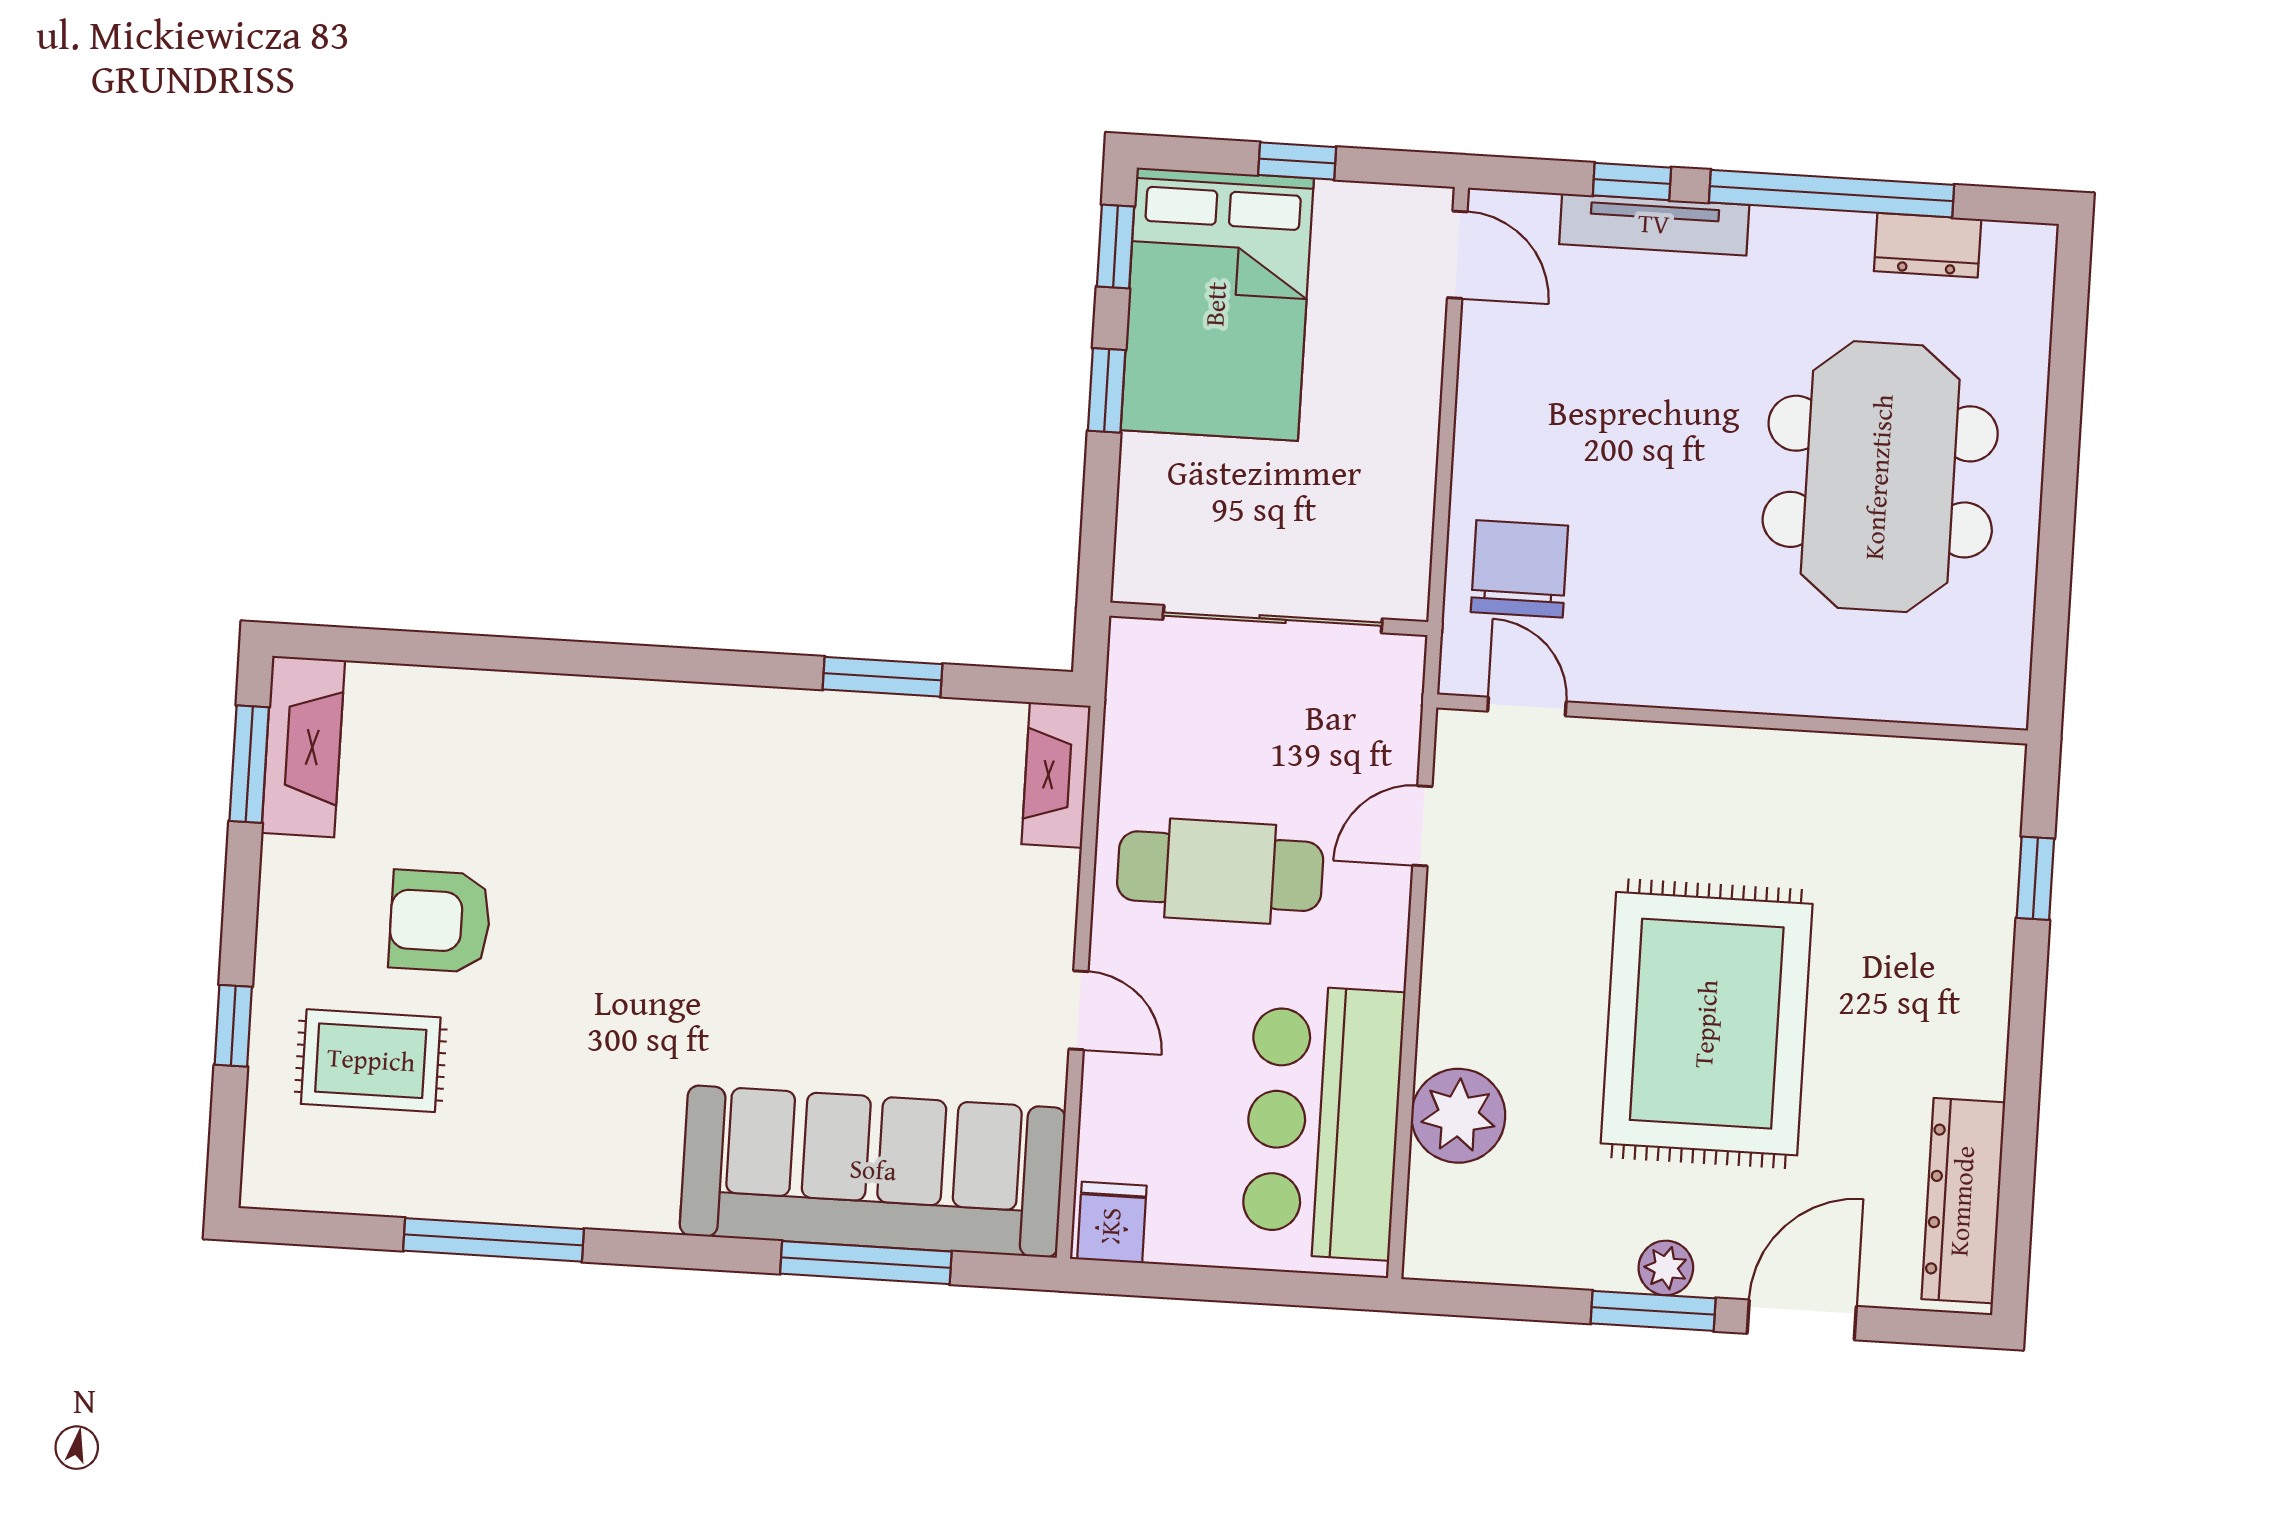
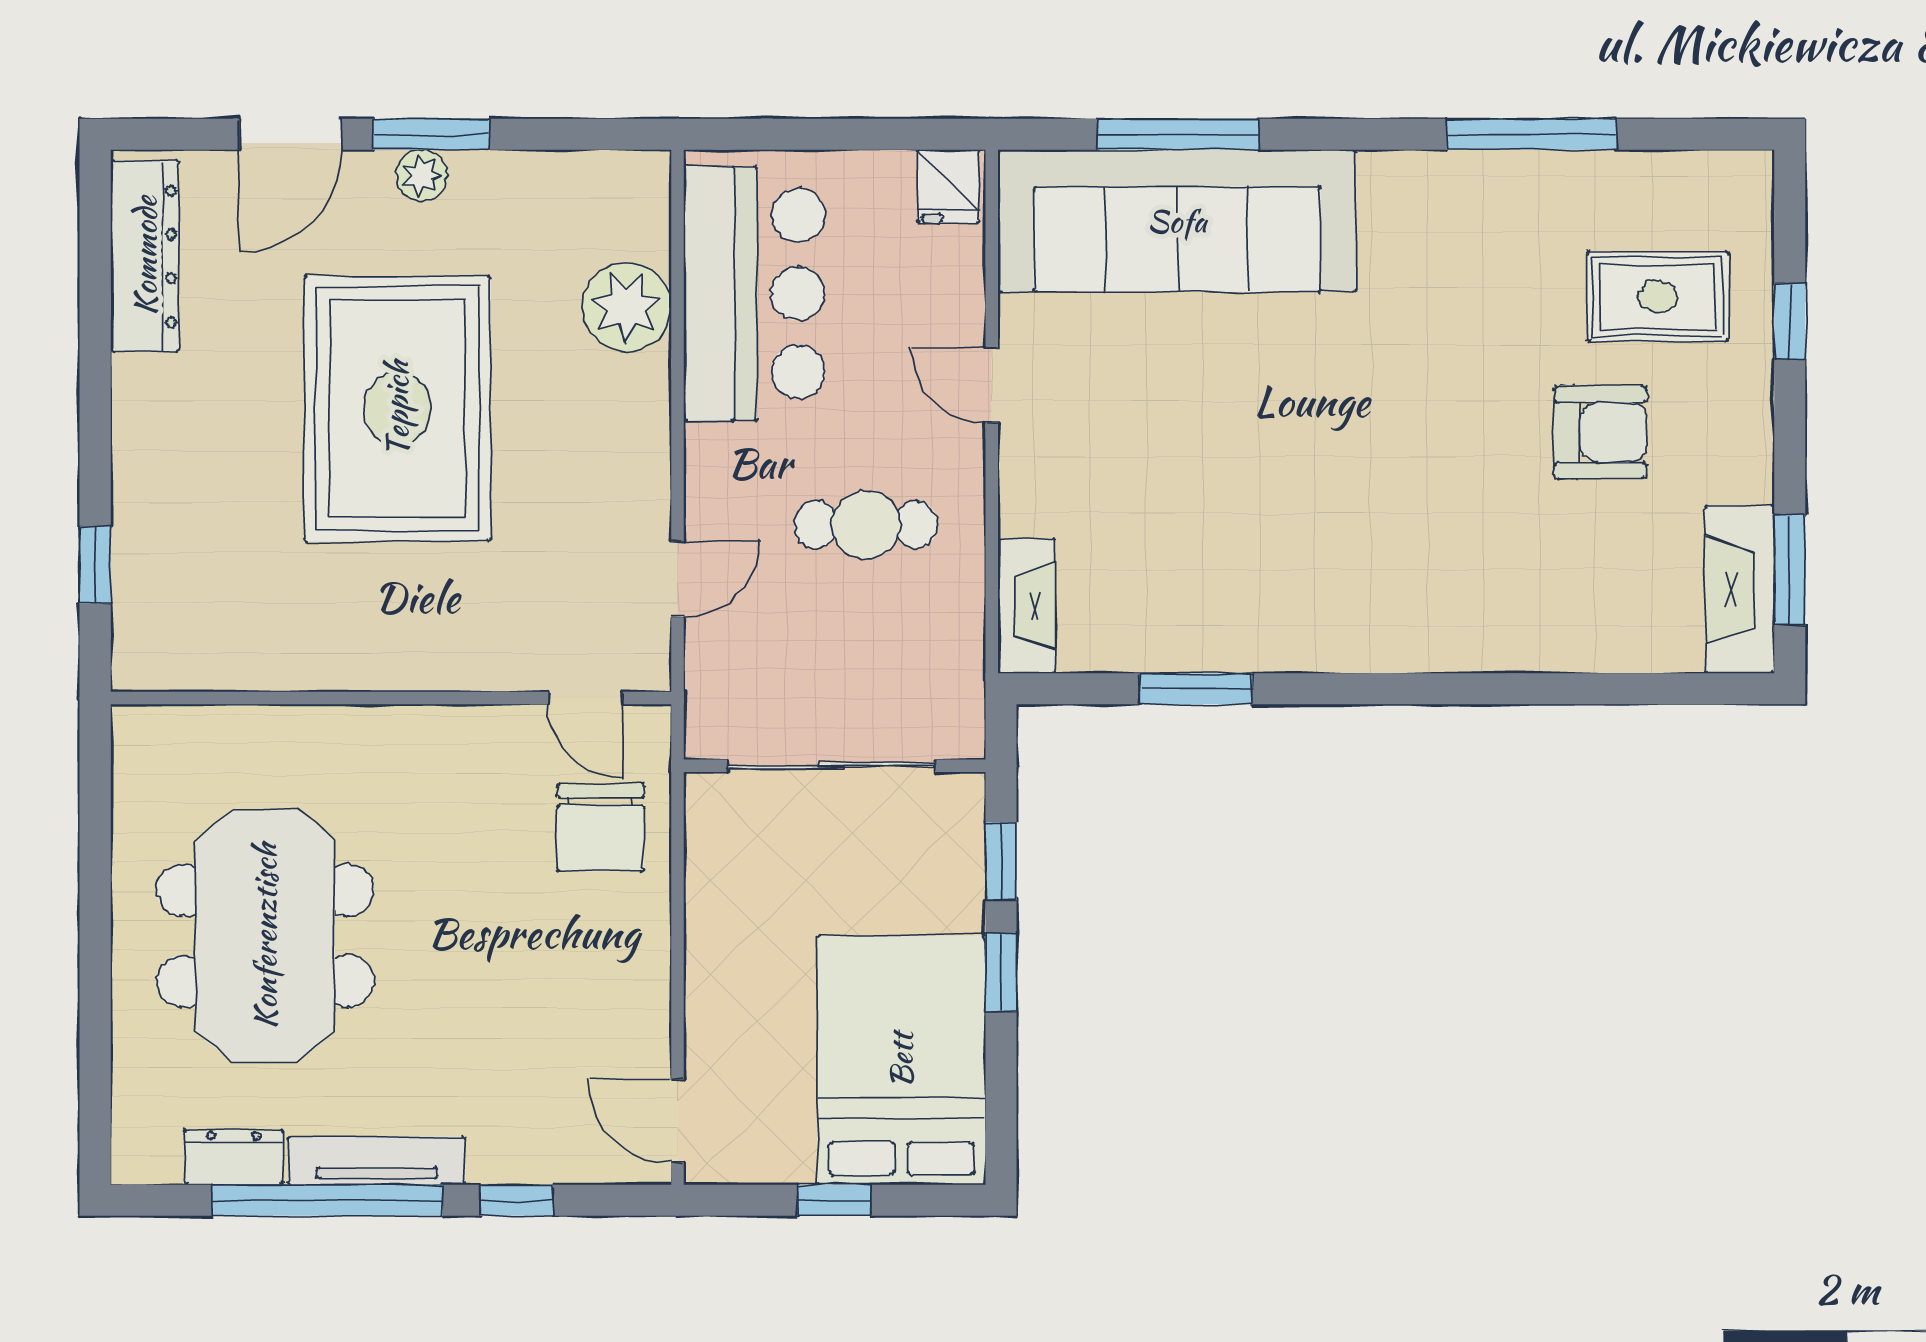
tv unit: (1654, 225) -> (377, 1161), moved
window: (1115, 246) -> (1001, 861), moved
cafe table: (1220, 871) -> (866, 525), width x0.73, depth x0.74

